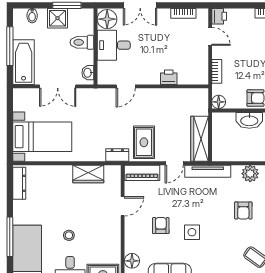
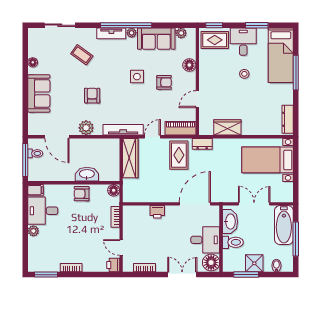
washbasin: (88, 73) -> (230, 222), width x1.91, depth x1.45
door: (126, 86) -> (195, 204), width x1.87
armchair: (161, 226) -> (164, 82), turned -90
floor lamp: (132, 261) -> (189, 65), moved

